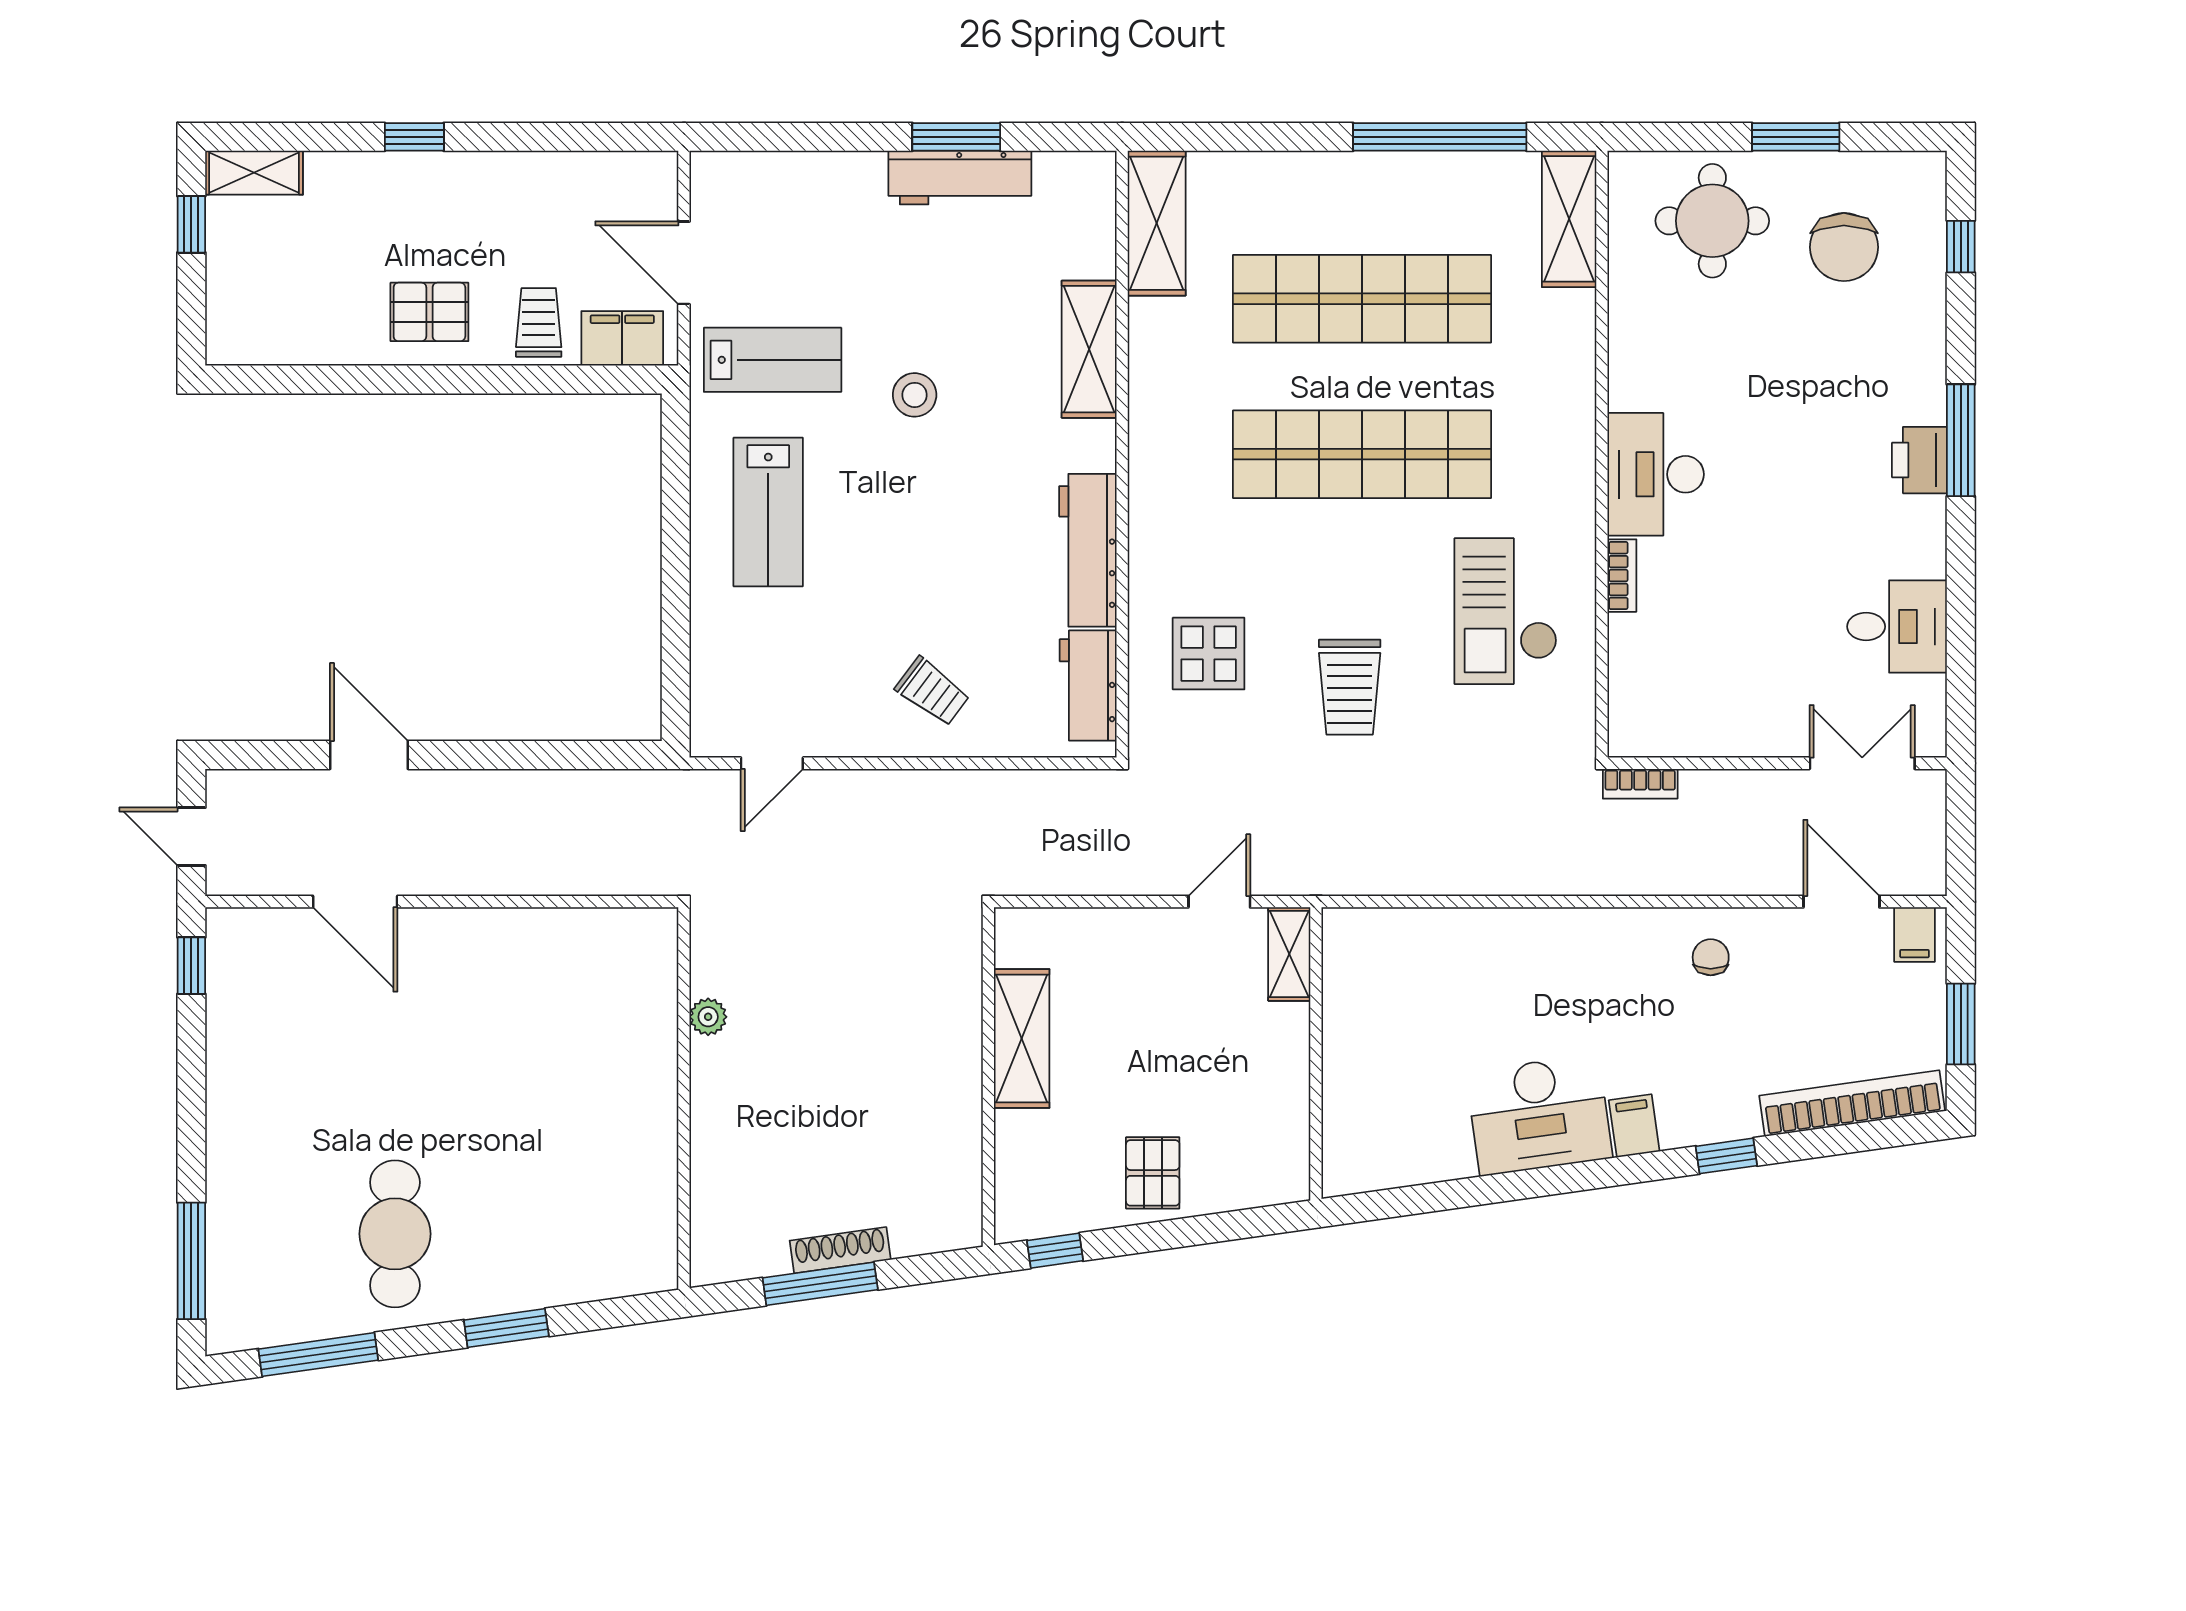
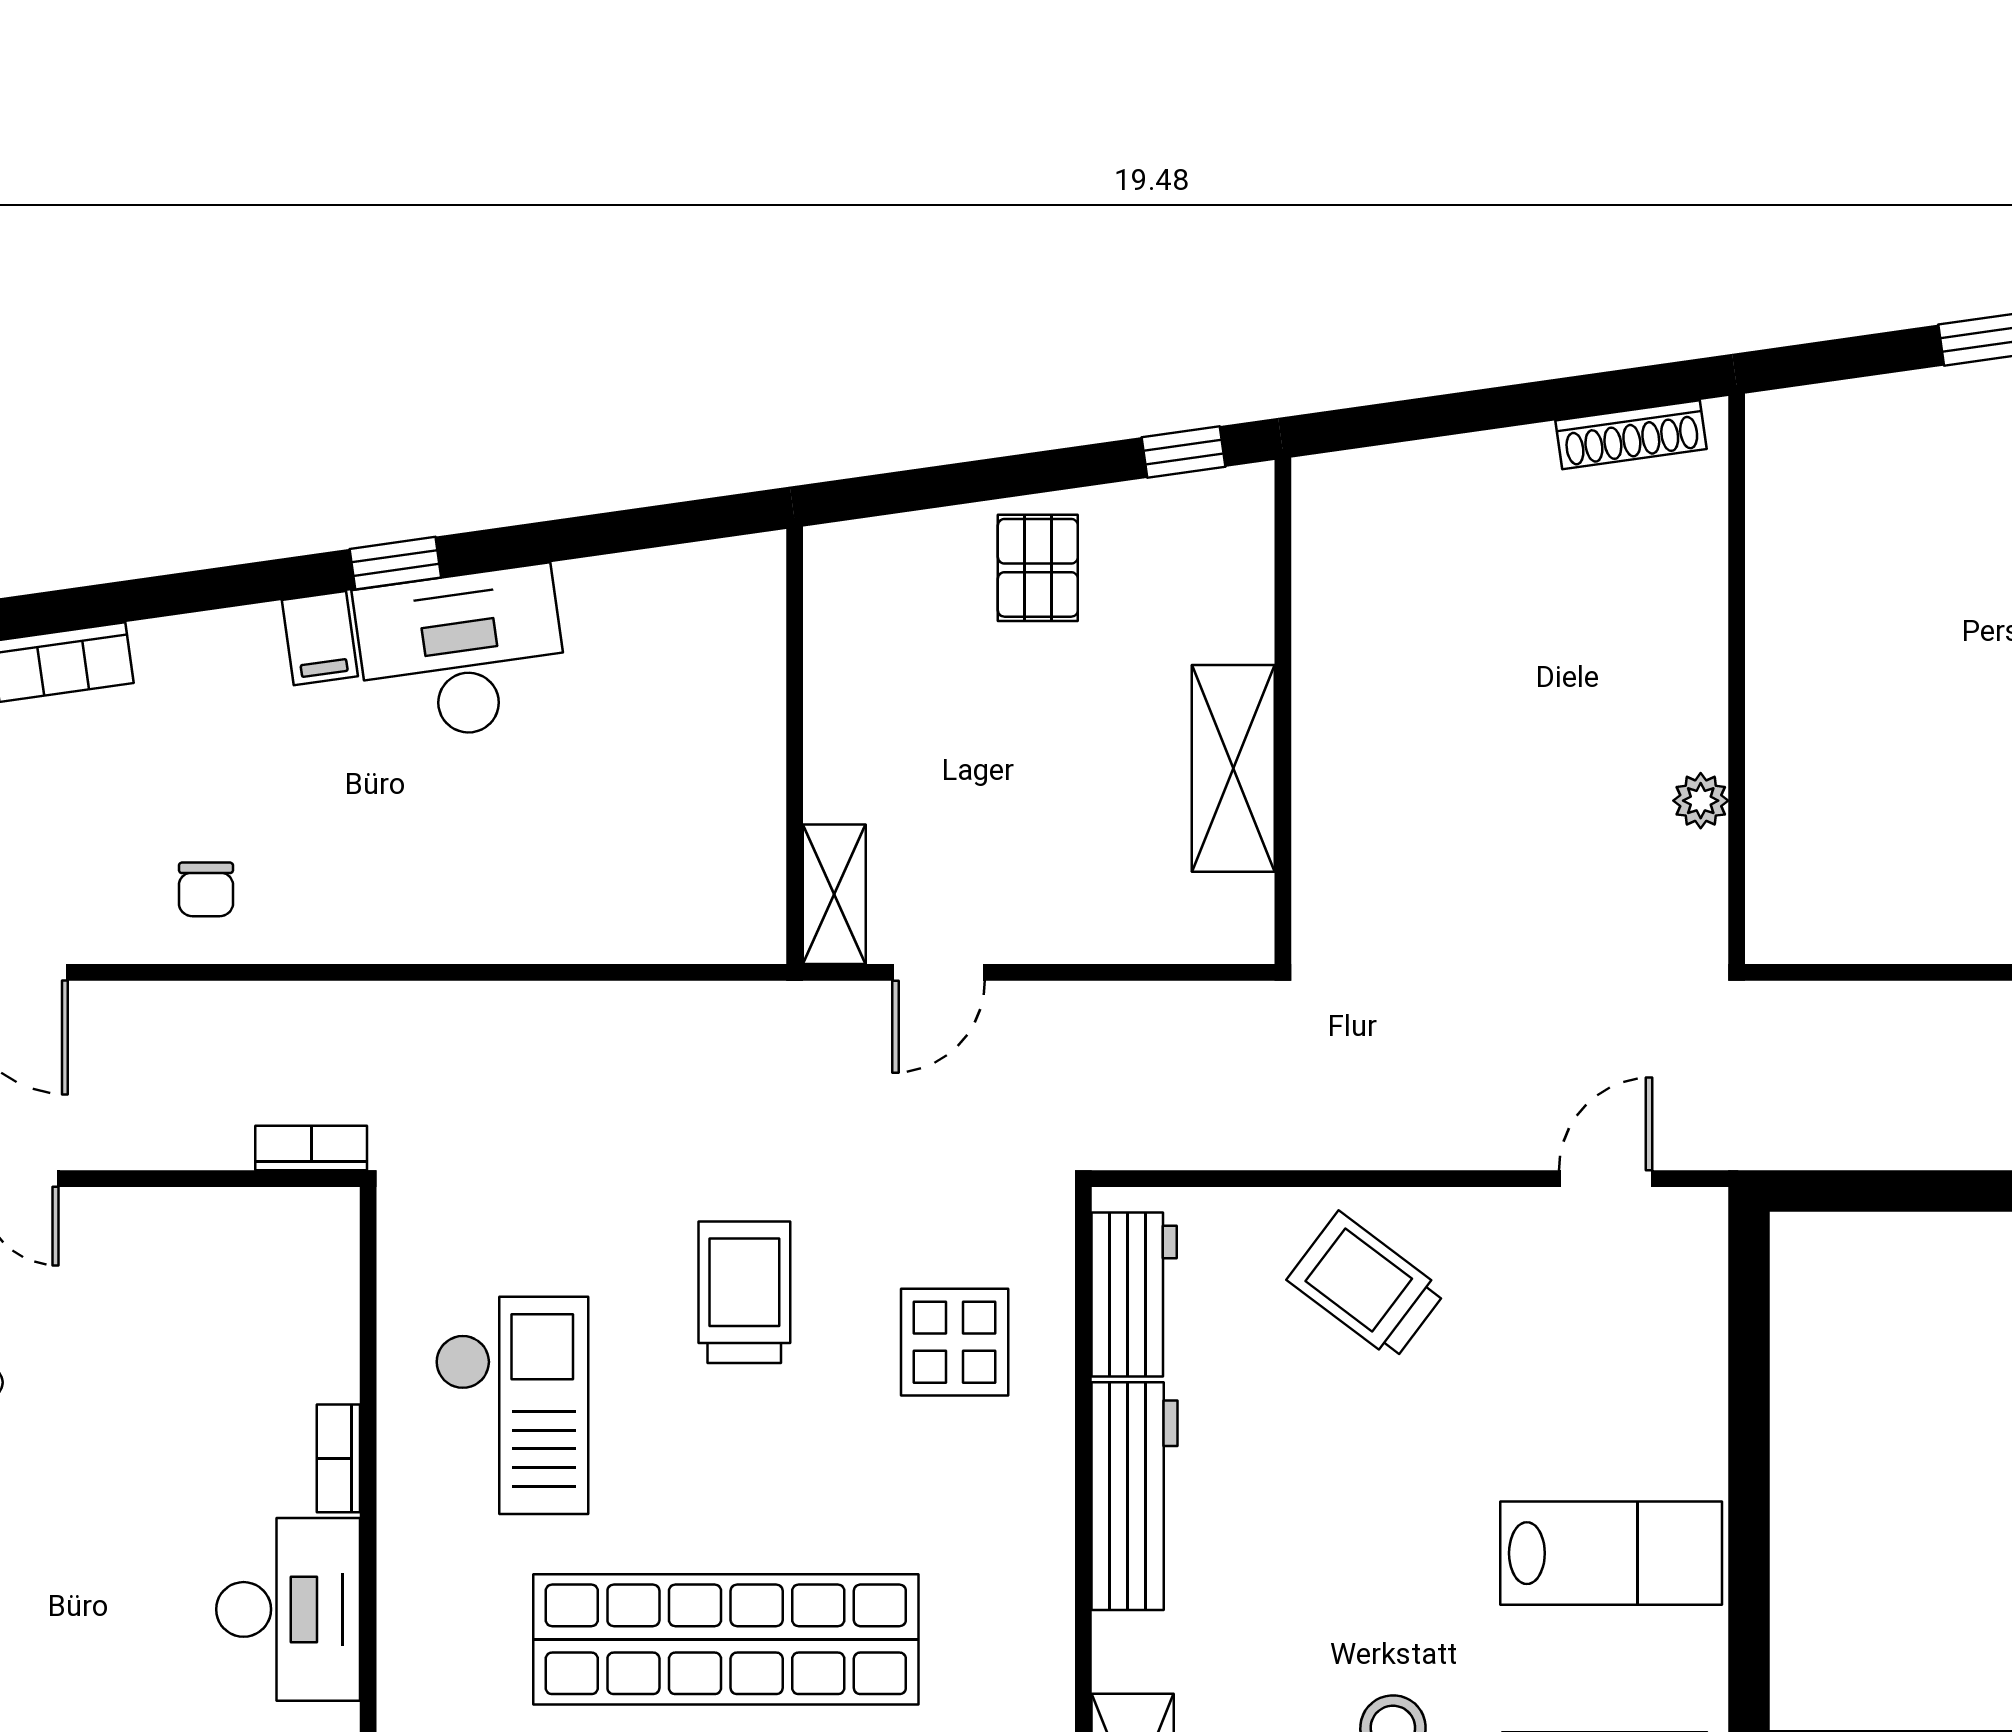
lab bench: (768, 512) -> (1611, 1553), turned 90
trolley: (932, 691) -> (1366, 1286), width x1.36, depth x1.39
window: (1726, 1156) -> (395, 563), moved
shoe rack: (840, 1250) -> (1631, 435), moved
window: (820, 1284) -> (1534, 403), removed

